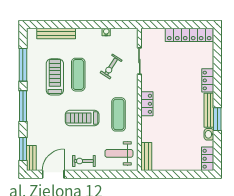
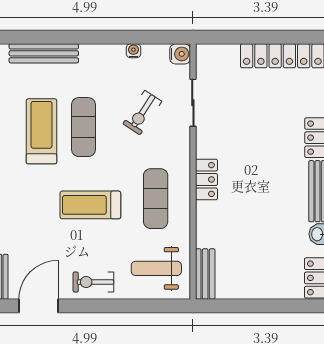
water cooler: (132, 34) -> (180, 54), added

